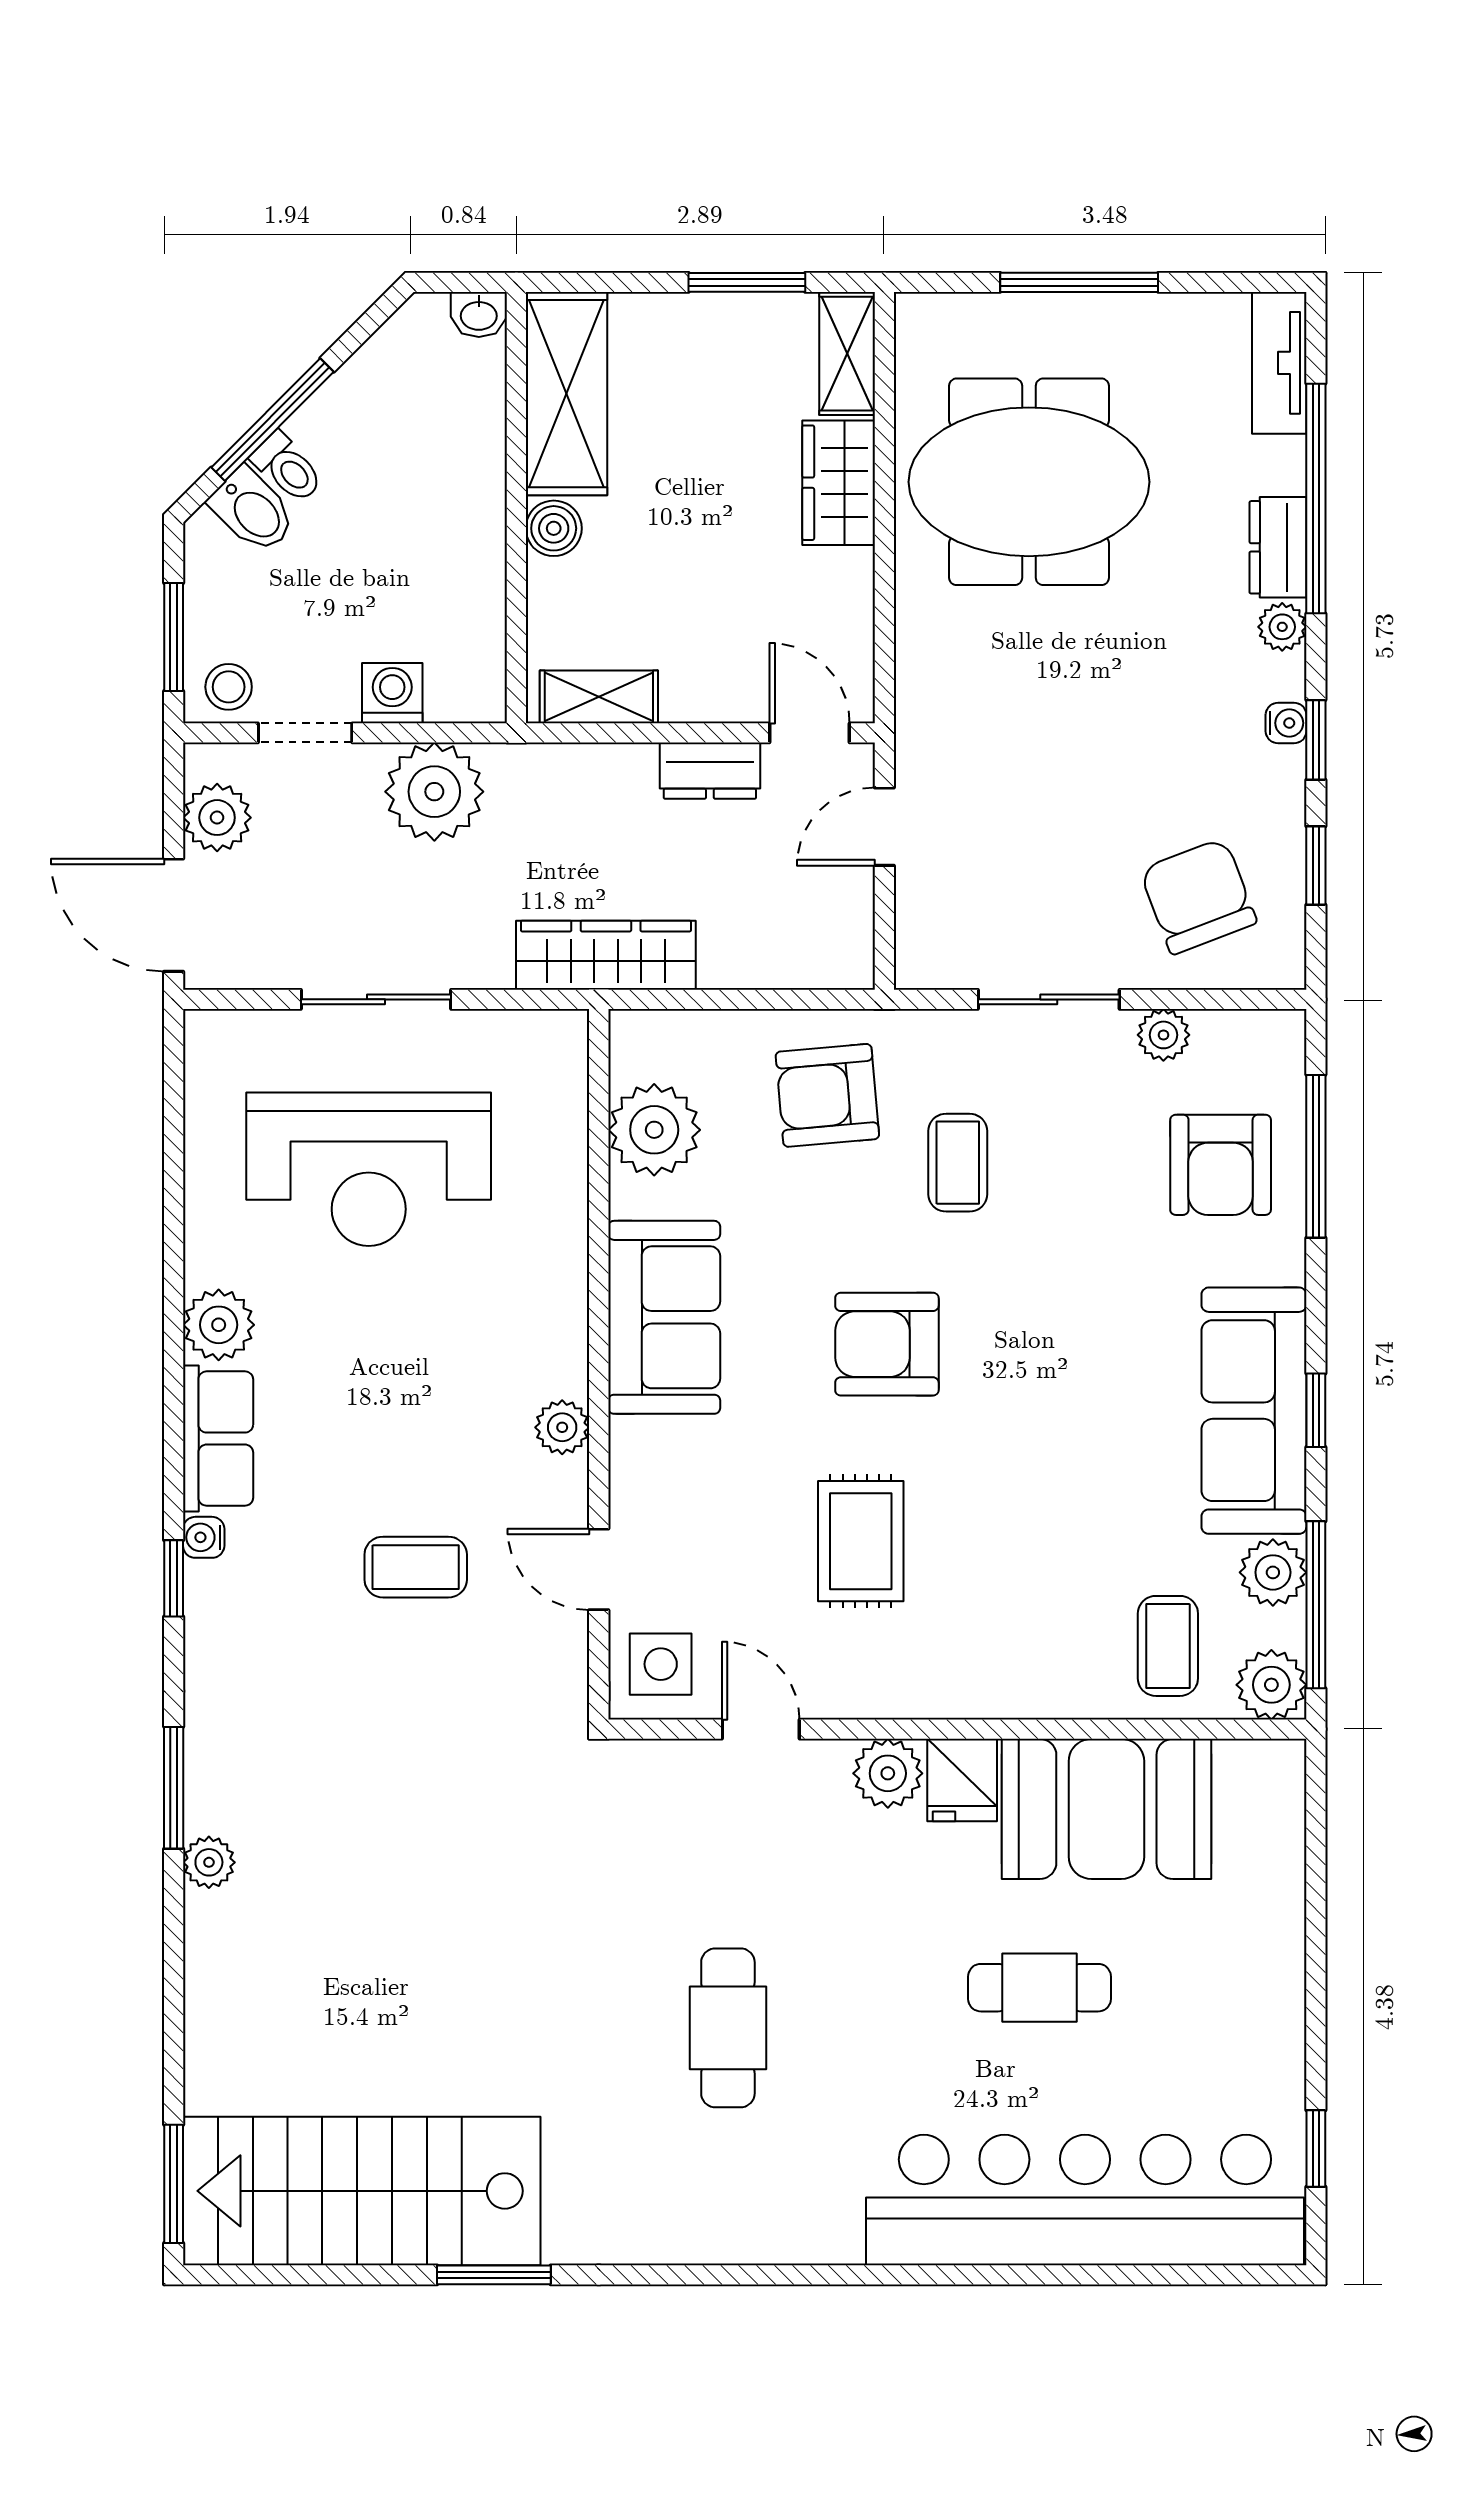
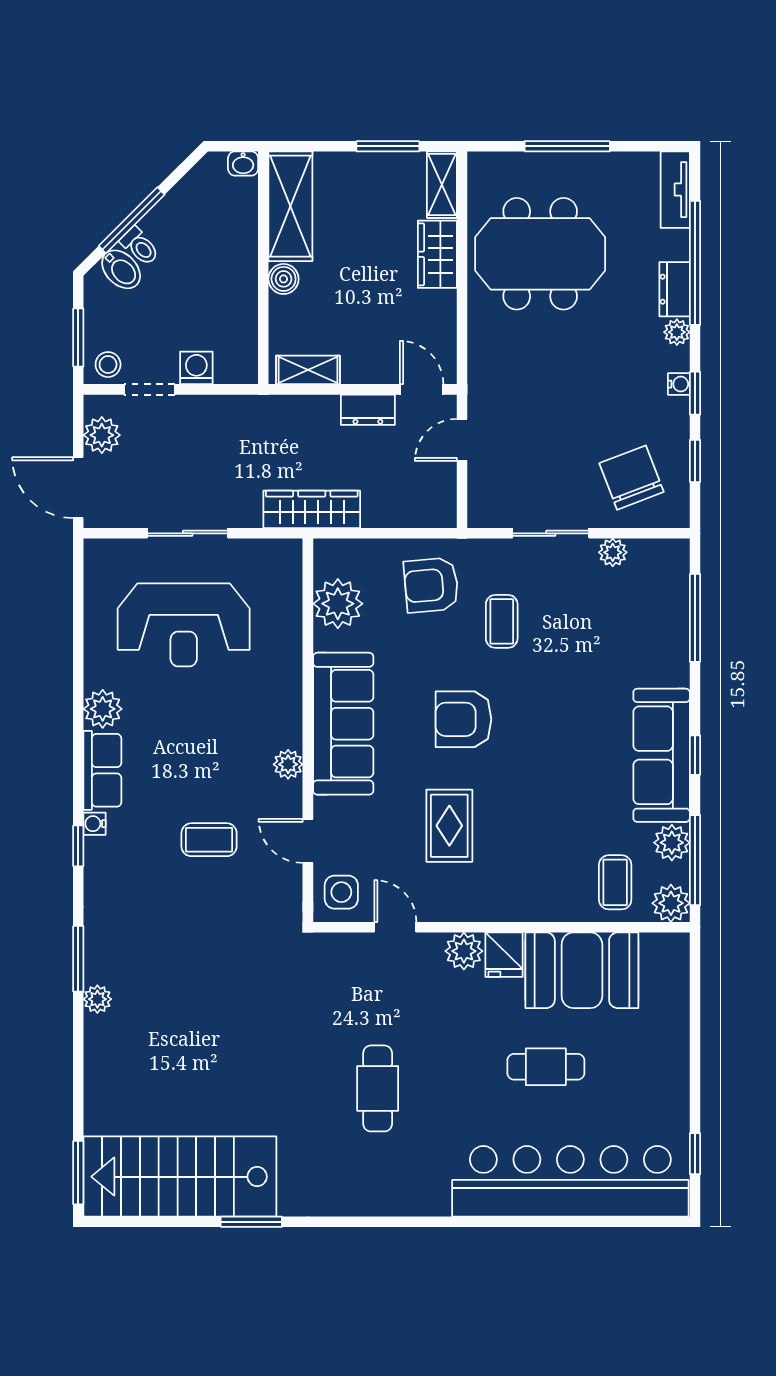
plant: (434, 792) -> (219, 421), removed
armchair: (1221, 1165) -> (644, 623), removed
sofa: (664, 1317) -> (343, 724), width x1.36

